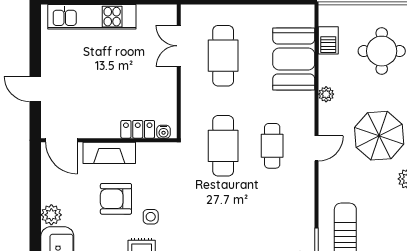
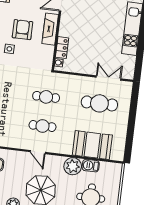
barbecue: (328, 40) -> (91, 166), moved
plant: (326, 94) -> (73, 166), width x1.87, depth x1.87
cafe table: (223, 146) -> (46, 97), width x0.73, depth x0.74

